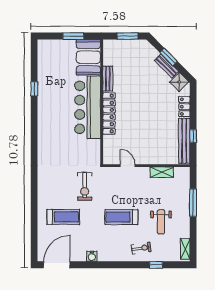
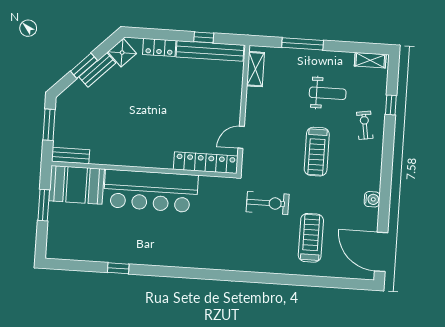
bench: (108, 79) -> (70, 156), moved
locker: (109, 113) -> (206, 163), moved
shelving: (162, 172) -> (255, 69), moved

